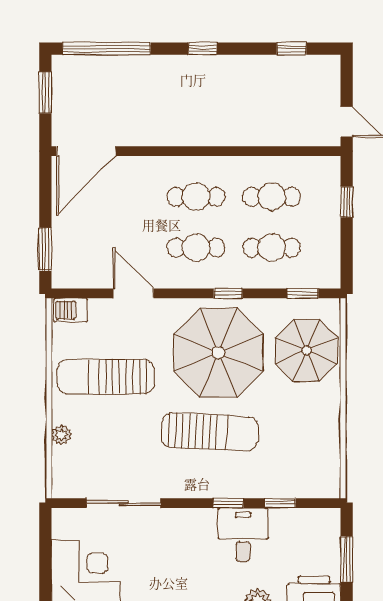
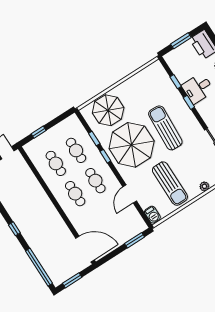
window: (303, 293) -> (94, 139), moved

